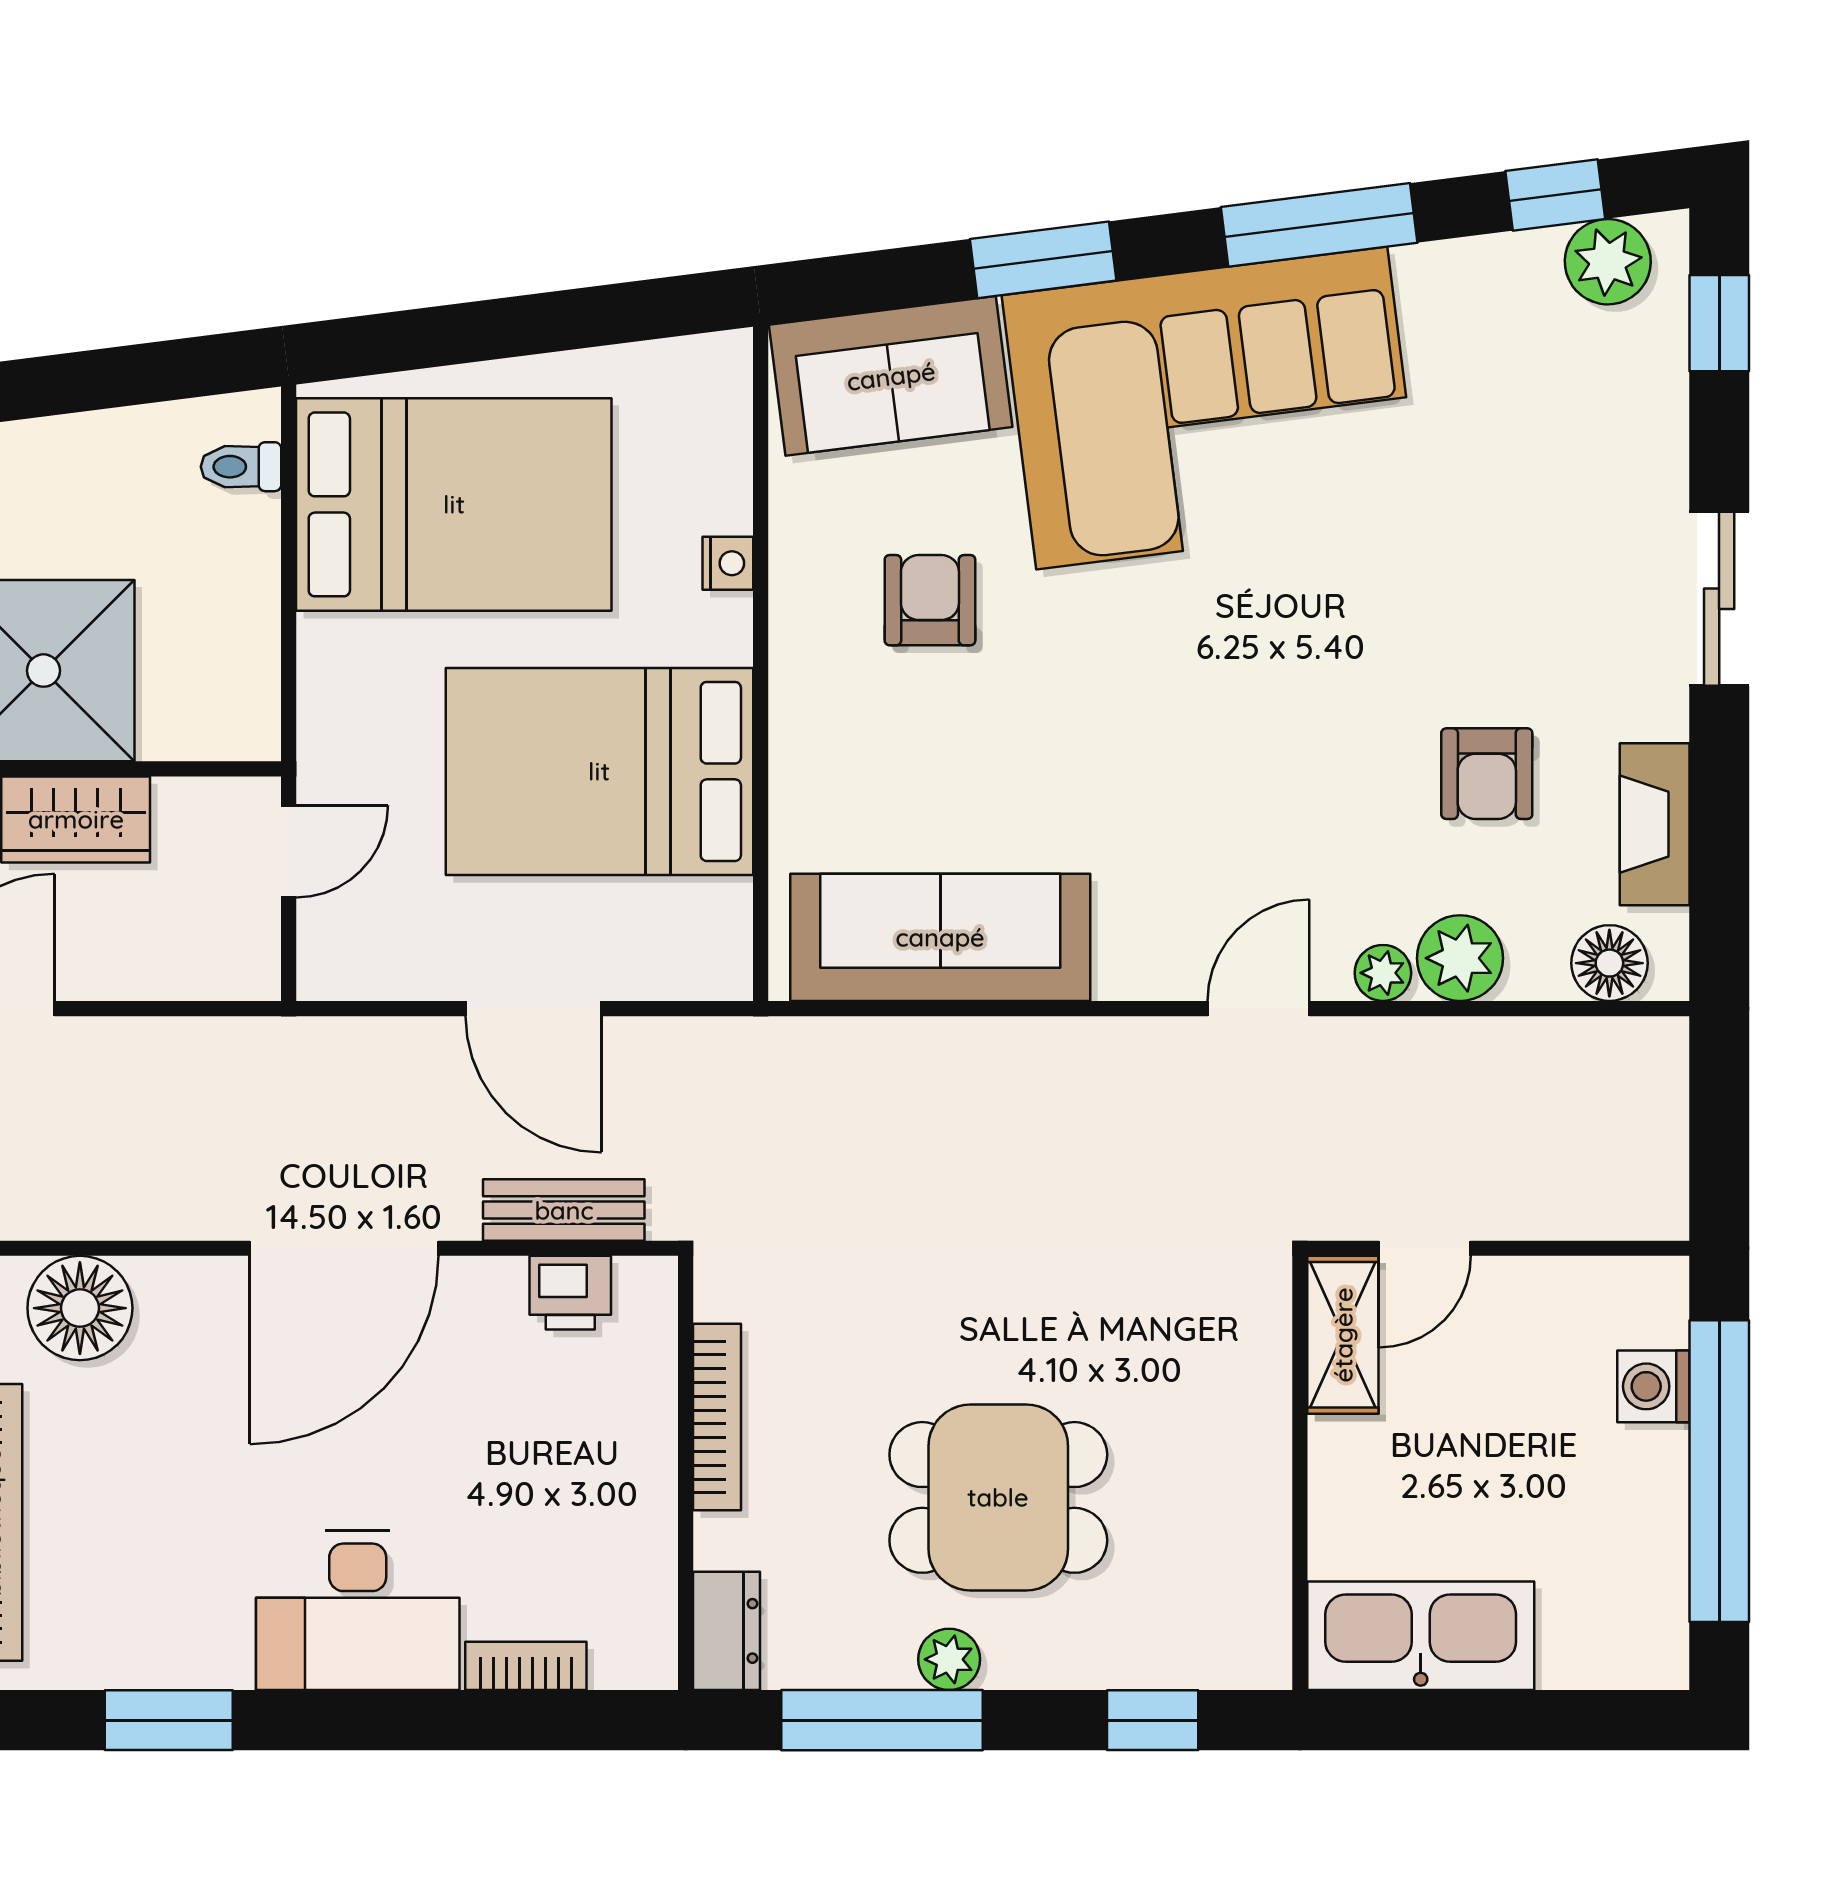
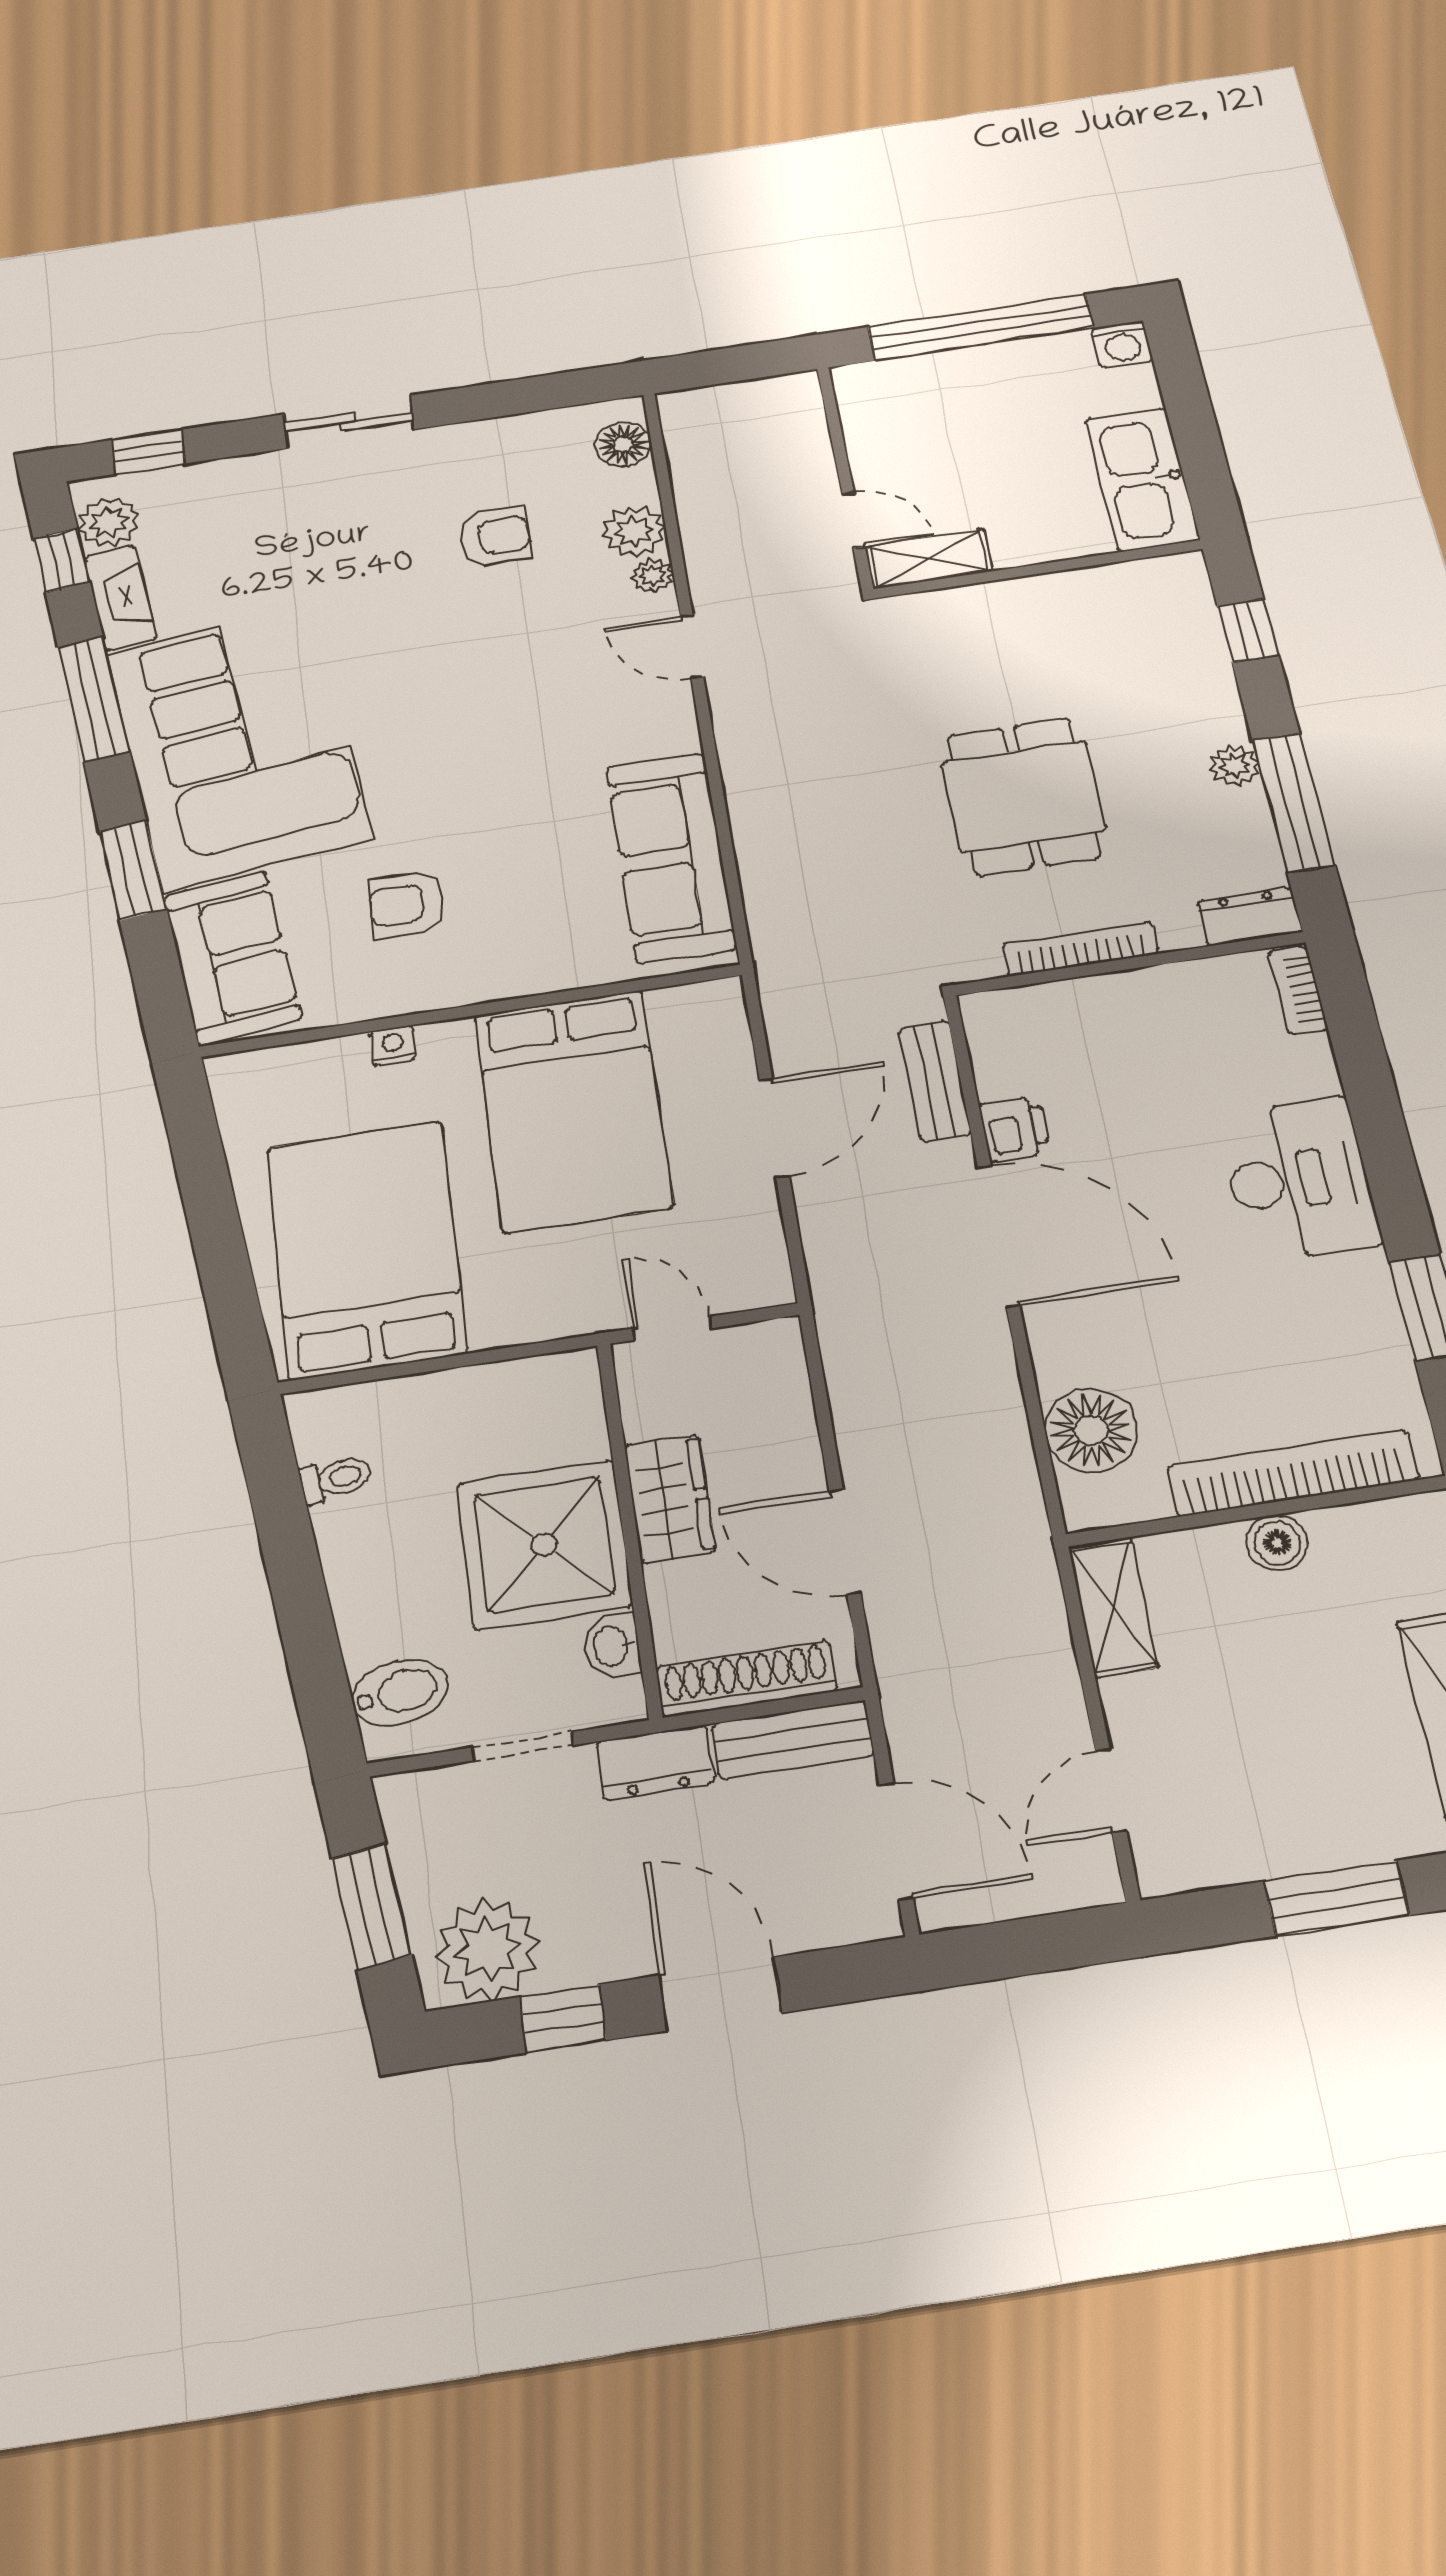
toilet: (241, 467) -> (336, 1478), moved, turned -97
fireplace: (1655, 824) -> (120, 598), moved, turned -97
printer: (570, 1293) -> (1014, 1128), moved
washing machine: (1653, 1386) -> (1122, 344), moved
dining table: (998, 1497) -> (1023, 796), moved
bookcase: (526, 1666) -> (1298, 990), moved

